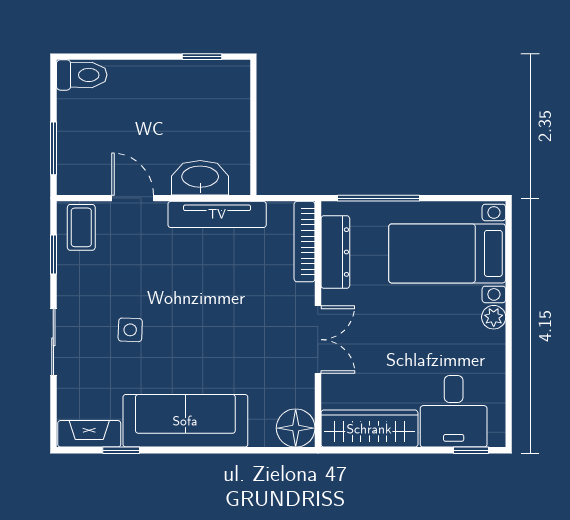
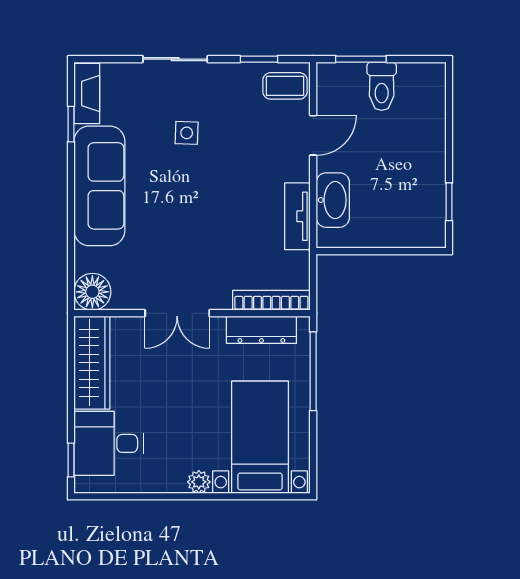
toilet: (82, 75) -> (382, 86), moved
tv unit: (217, 214) -> (297, 216), width x0.71

